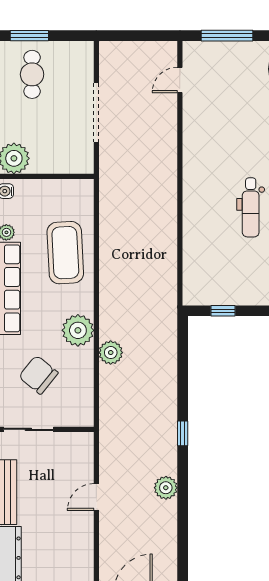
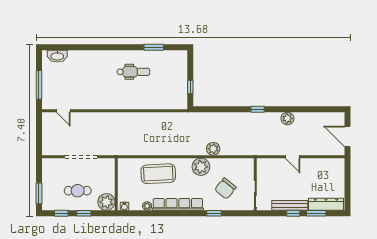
cafe table: (32, 74) -> (78, 191), moved

